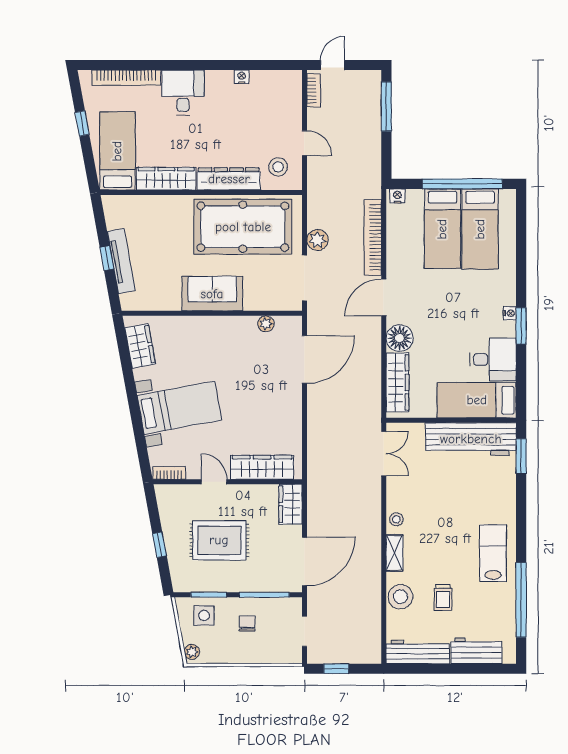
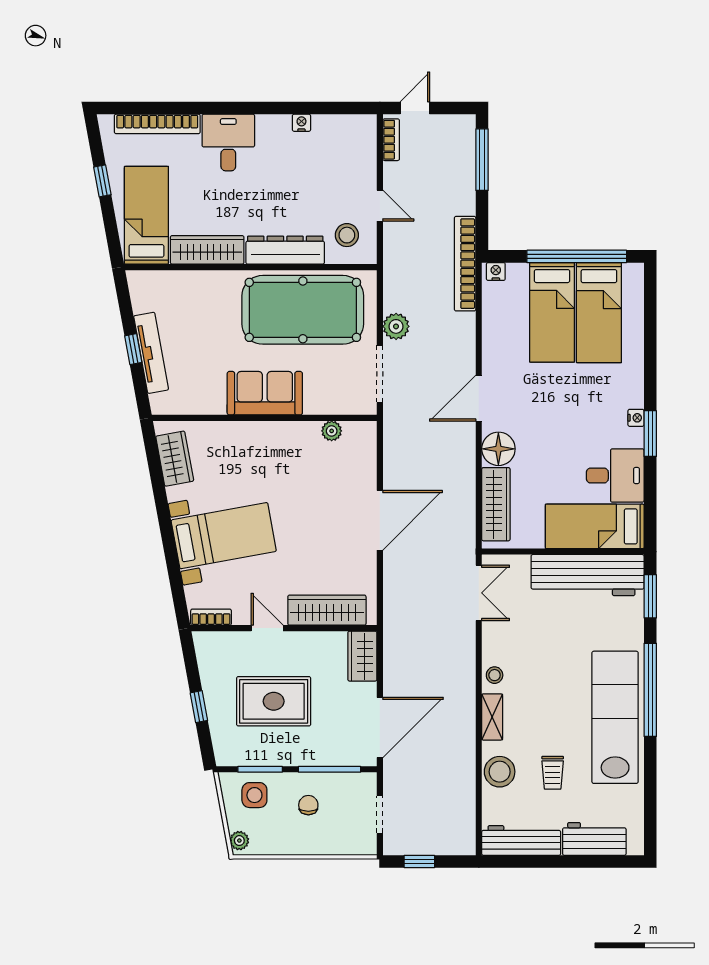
bookcase: (373, 238) -> (465, 264), moved
door: (304, 360) -> (380, 520), moved
lab bench: (493, 553) -> (615, 717), width x1.86, depth x1.39
window: (521, 600) -> (650, 690), moved

